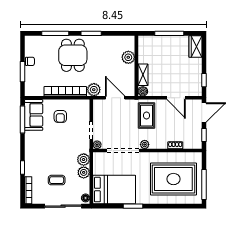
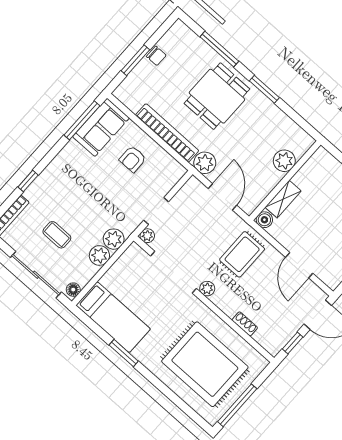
bed: (114, 190) -> (113, 317), width x0.67

